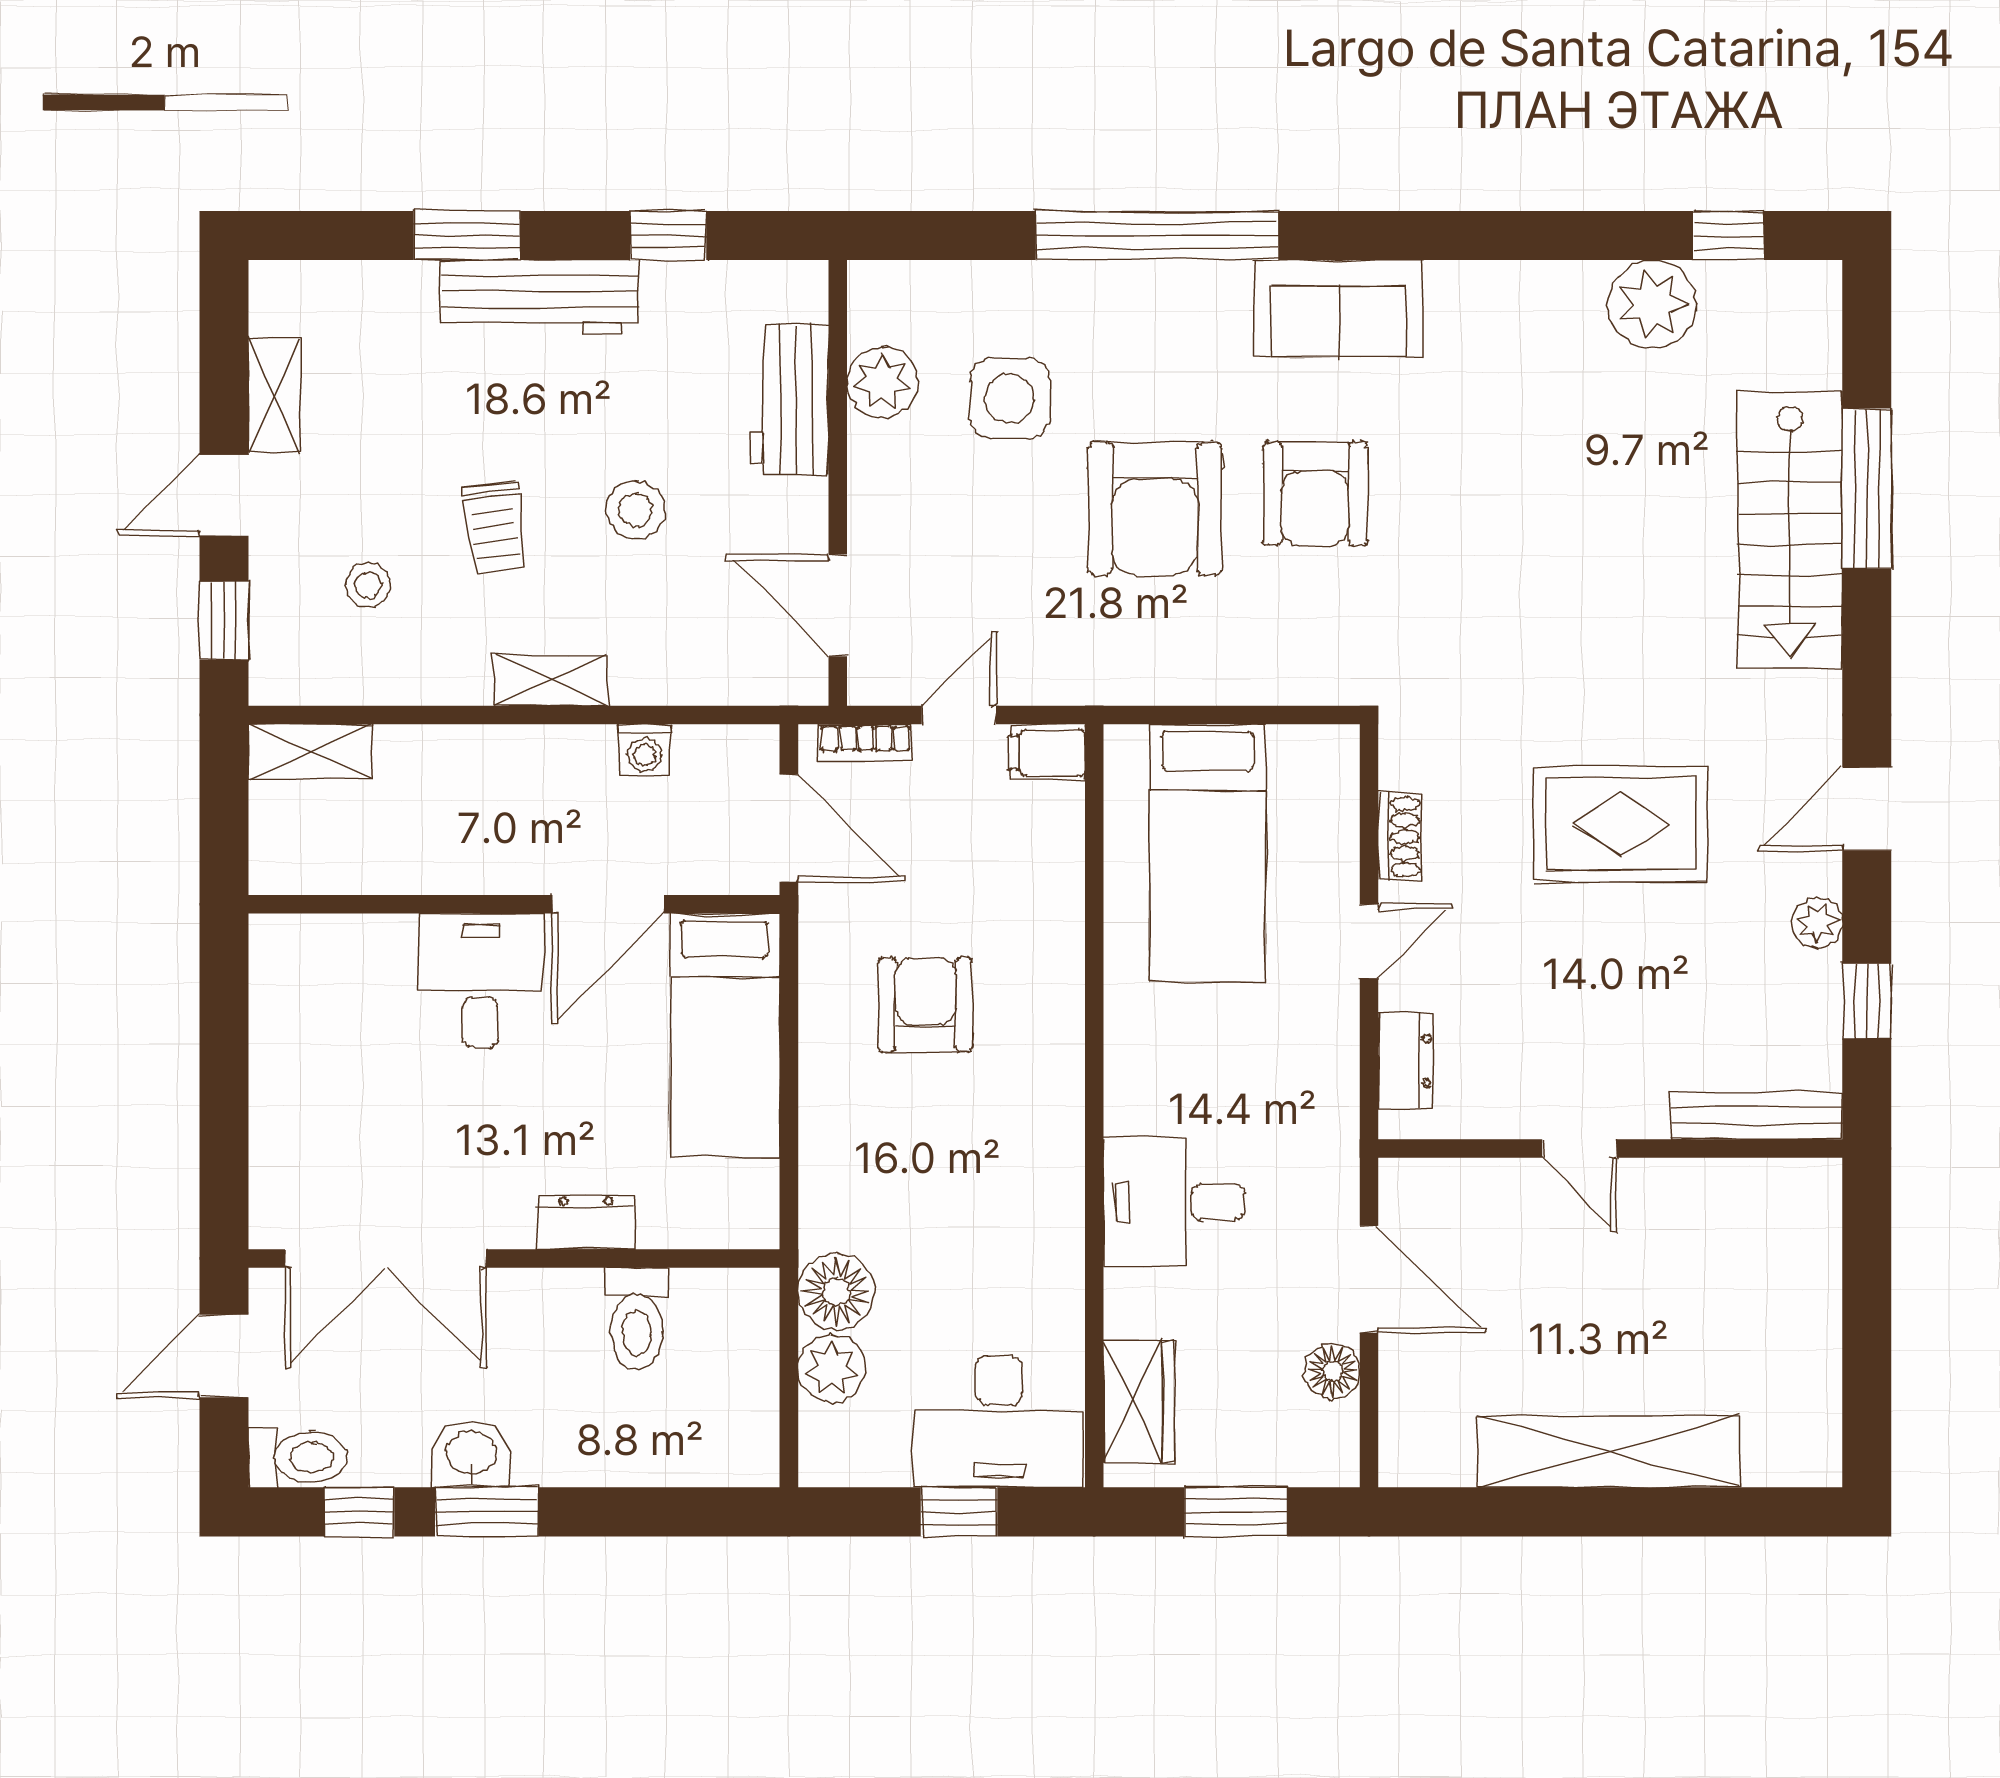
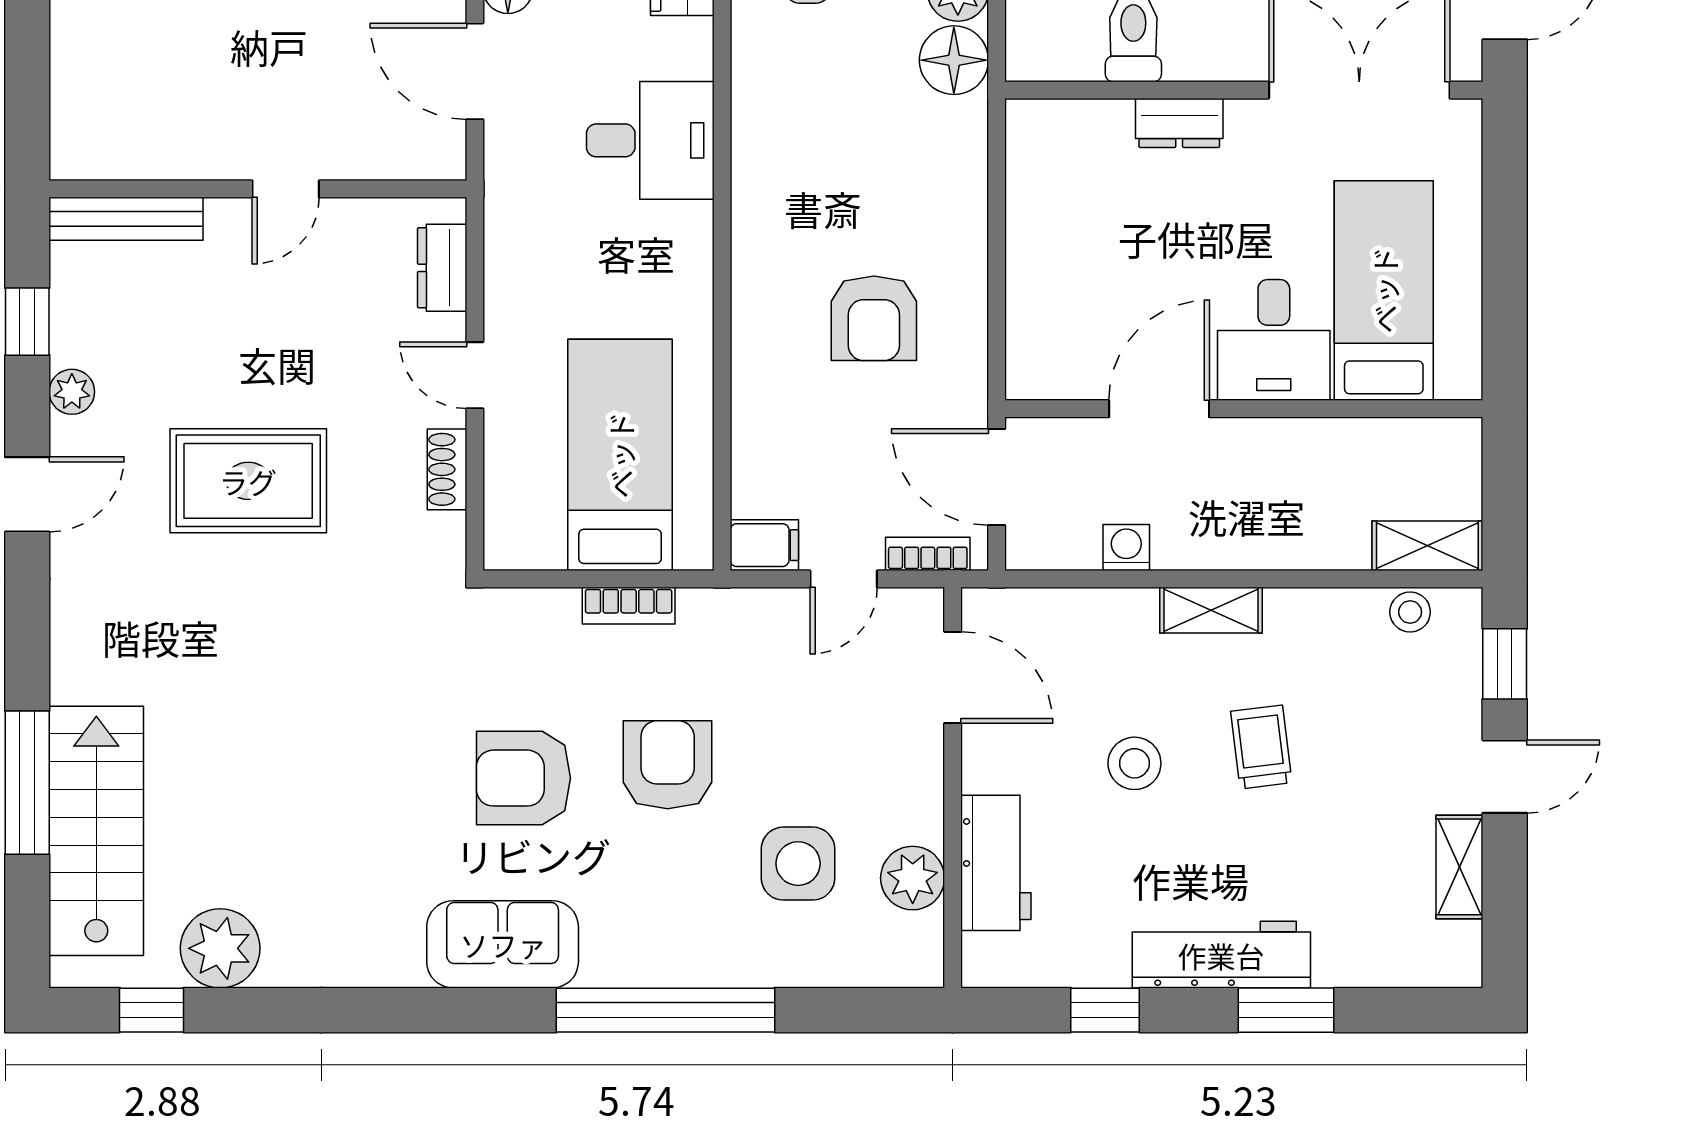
armchair: (1315, 494) -> (523, 778), turned -90
armchair: (1155, 508) -> (668, 765), width x0.73, depth x0.73
stairs: (1790, 530) -> (96, 831), moved
stool: (368, 585) -> (1410, 612), moved
bookcase: (1198, 685) -> (629, 606), added
door: (1369, 941) -> (475, 375), hinge flipped
bed: (725, 1036) -> (1384, 290), moved
door: (1579, 1149) -> (286, 189), swing flipped

